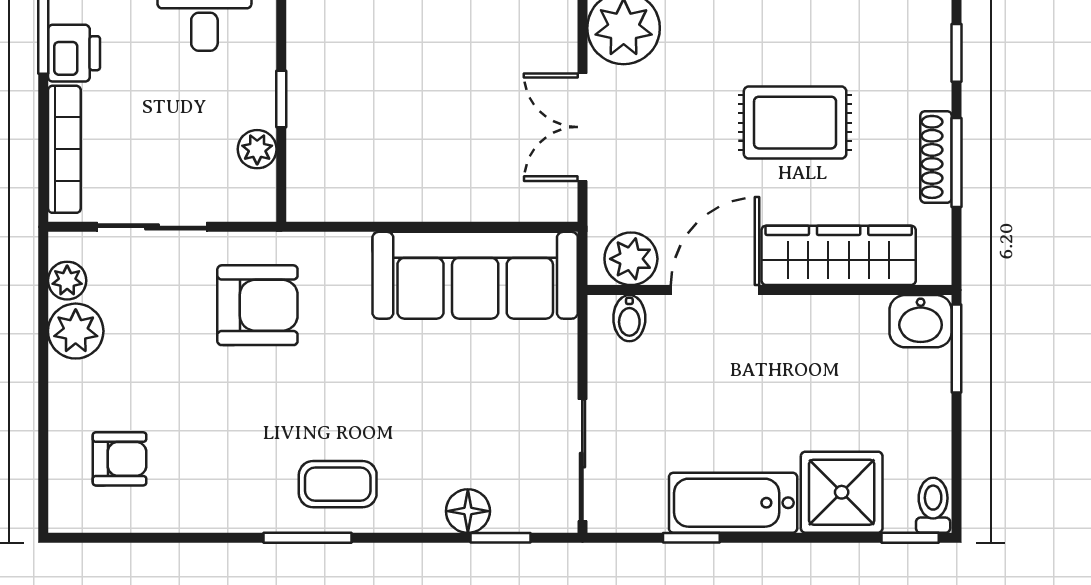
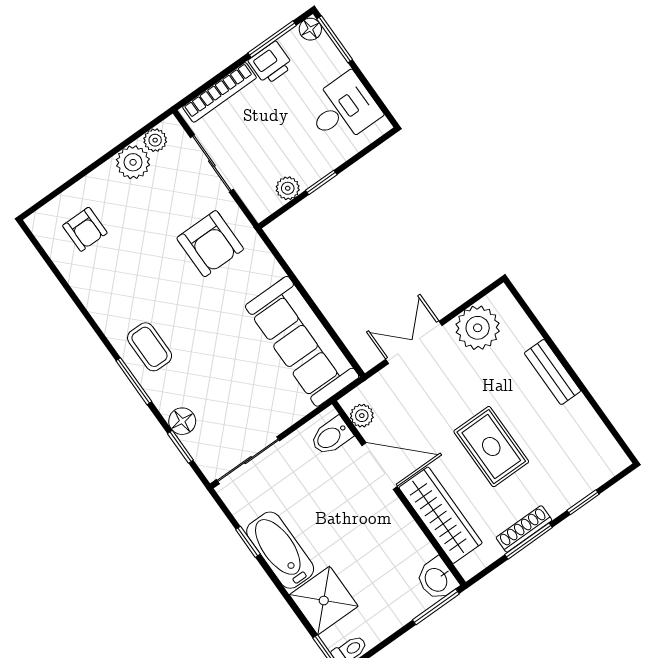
plant: (631, 259) -> (362, 416), width x0.73, depth x0.73
bidet: (629, 318) -> (331, 436), width x1.38, depth x1.36
window: (308, 538) -> (134, 381), moved

